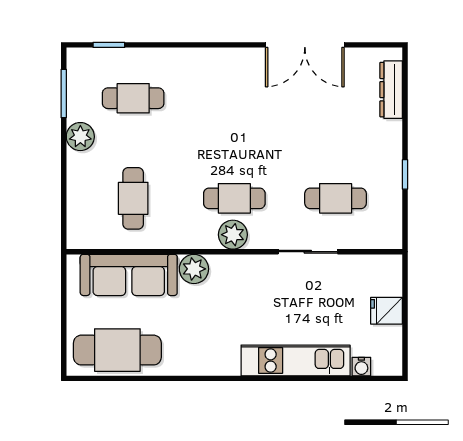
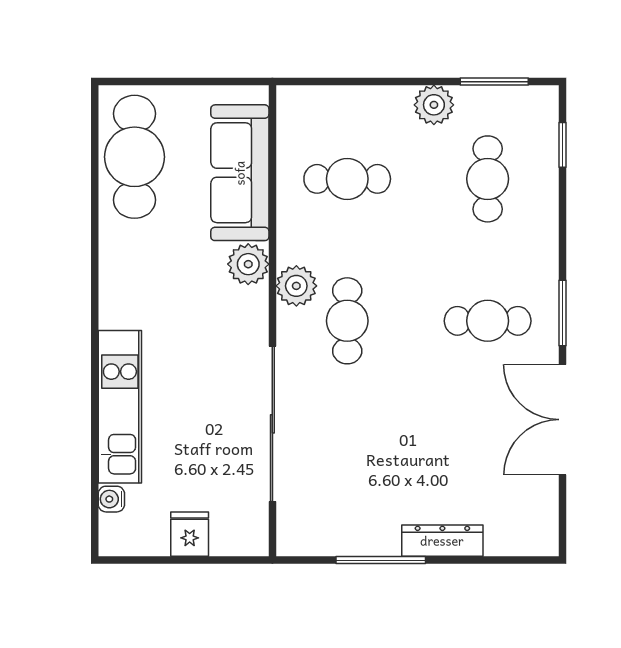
window: (229, 45) -> (562, 313), added
dresser: (391, 90) -> (442, 541), moved
window: (405, 174) -> (381, 560), width x2.17
cafe table: (336, 198) -> (488, 321), moved, turned 90
plant: (233, 235) -> (296, 286), moved
sliding door: (308, 252) -> (272, 424), width x1.86

